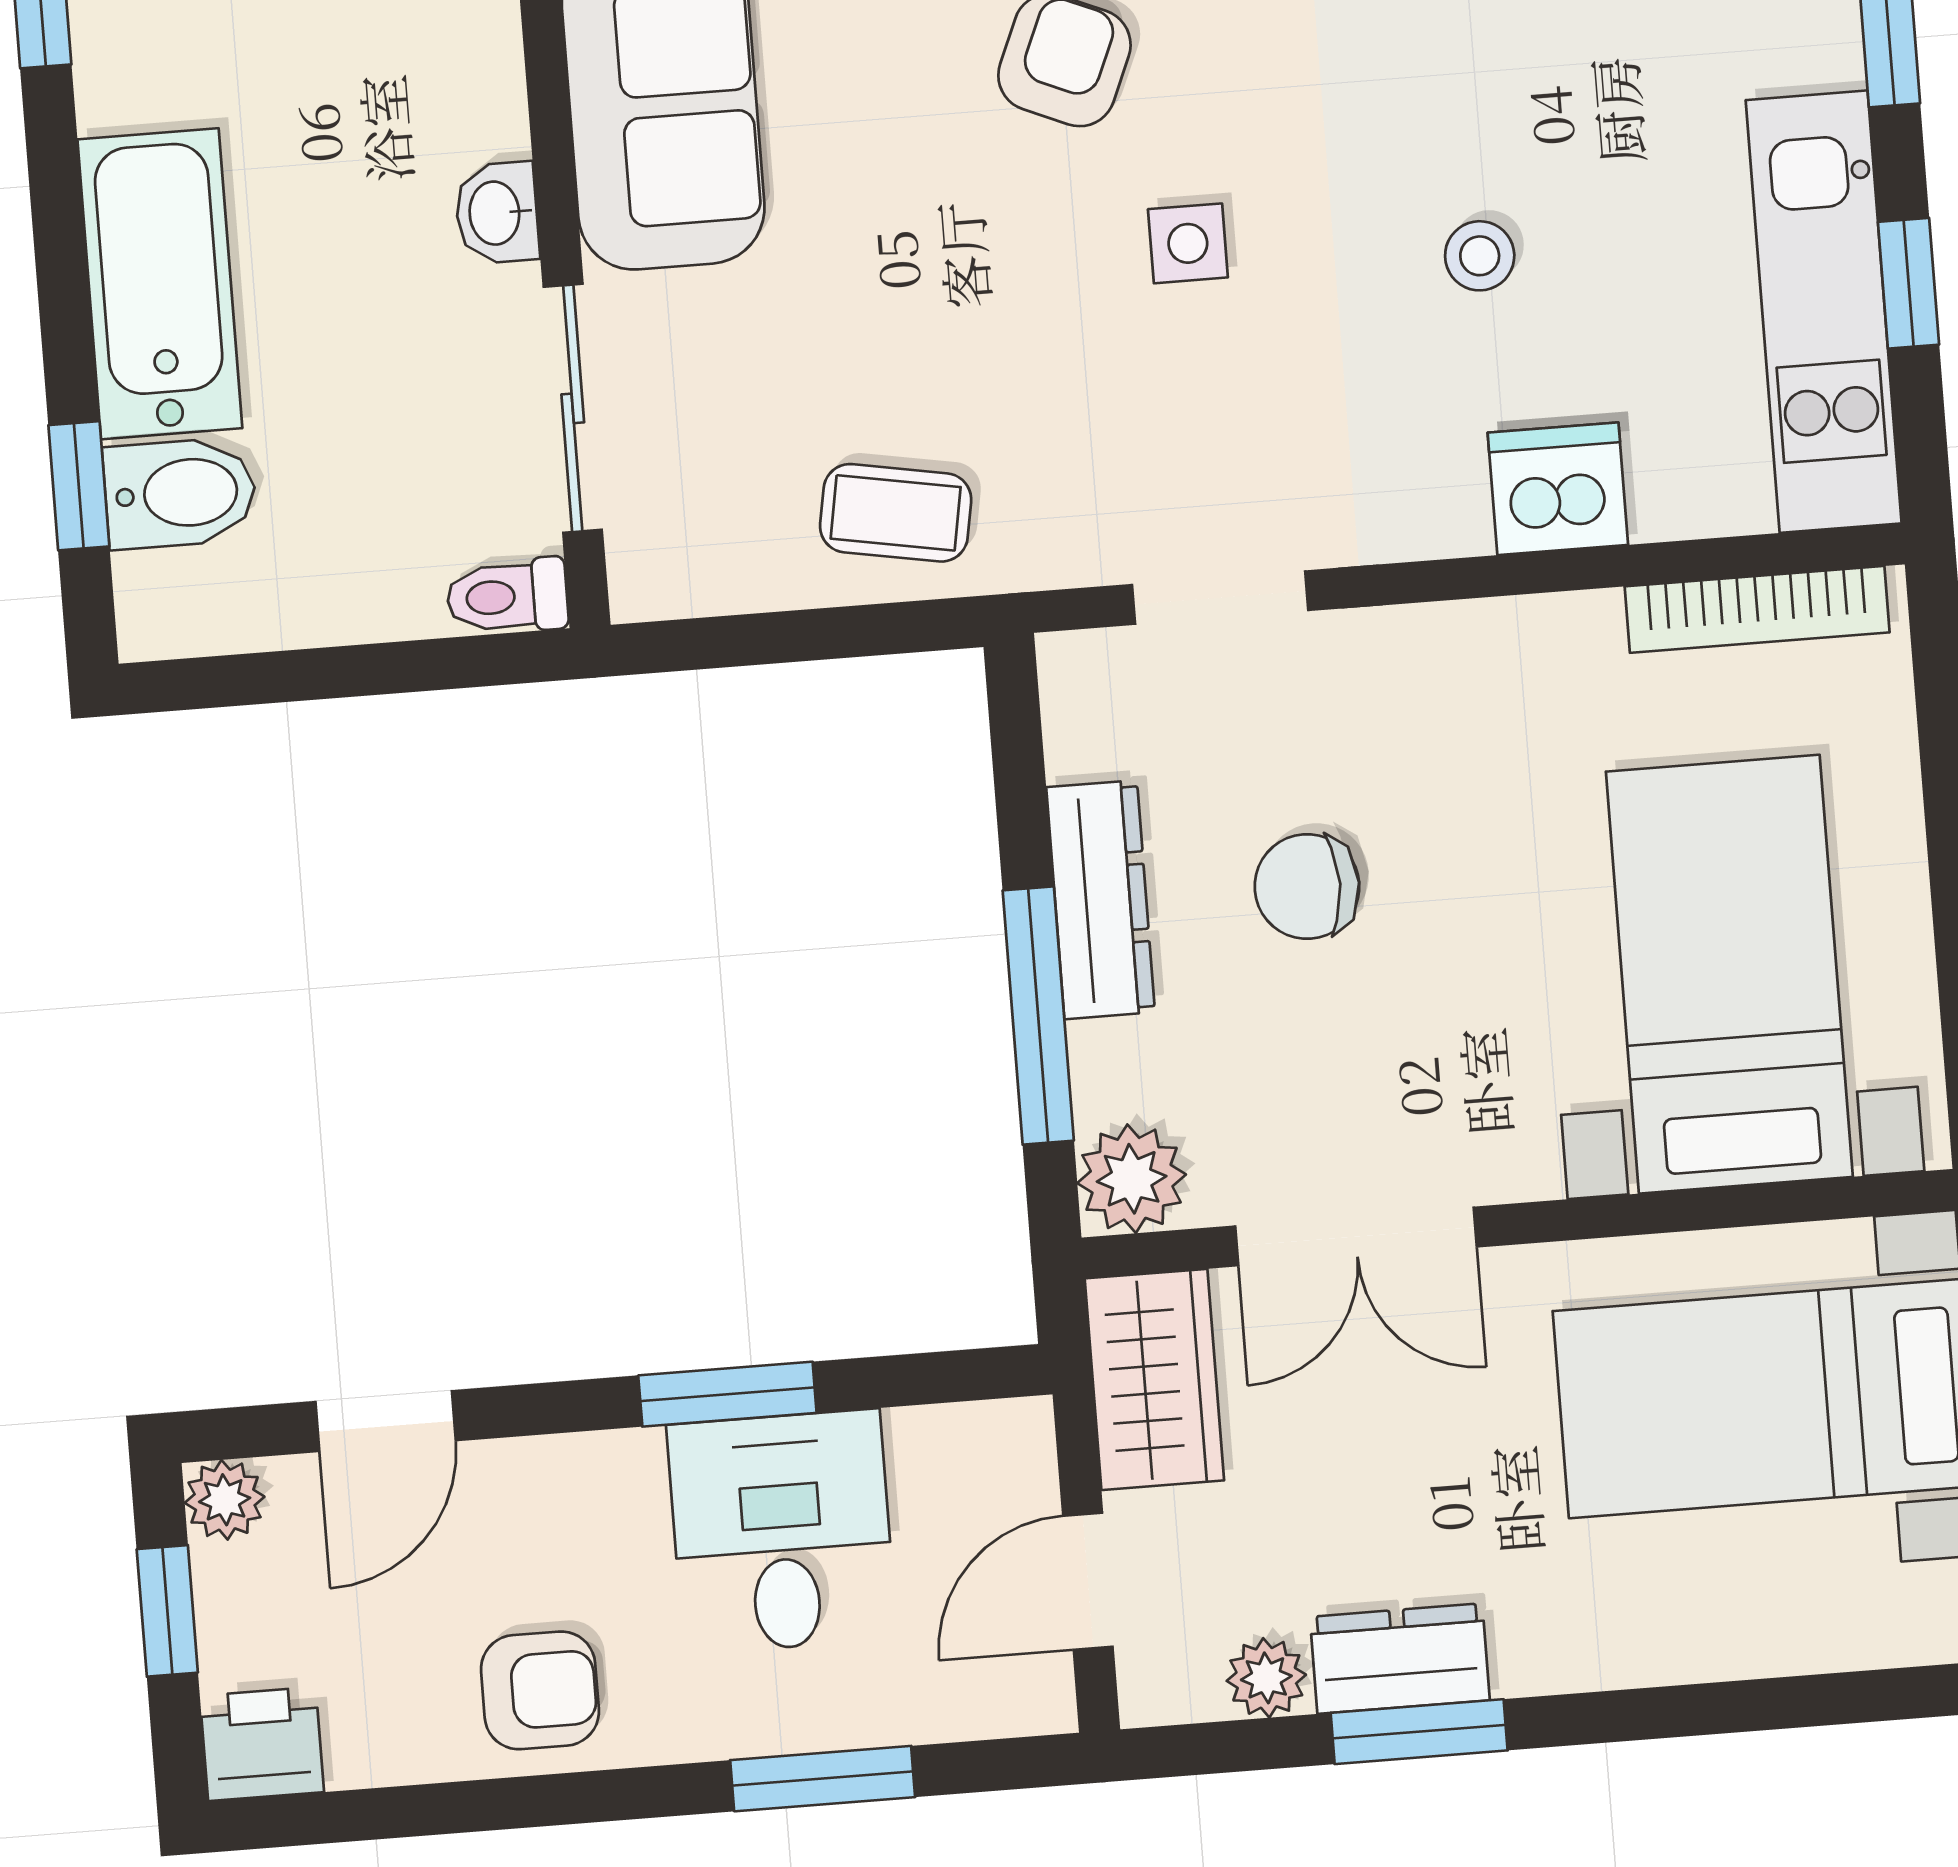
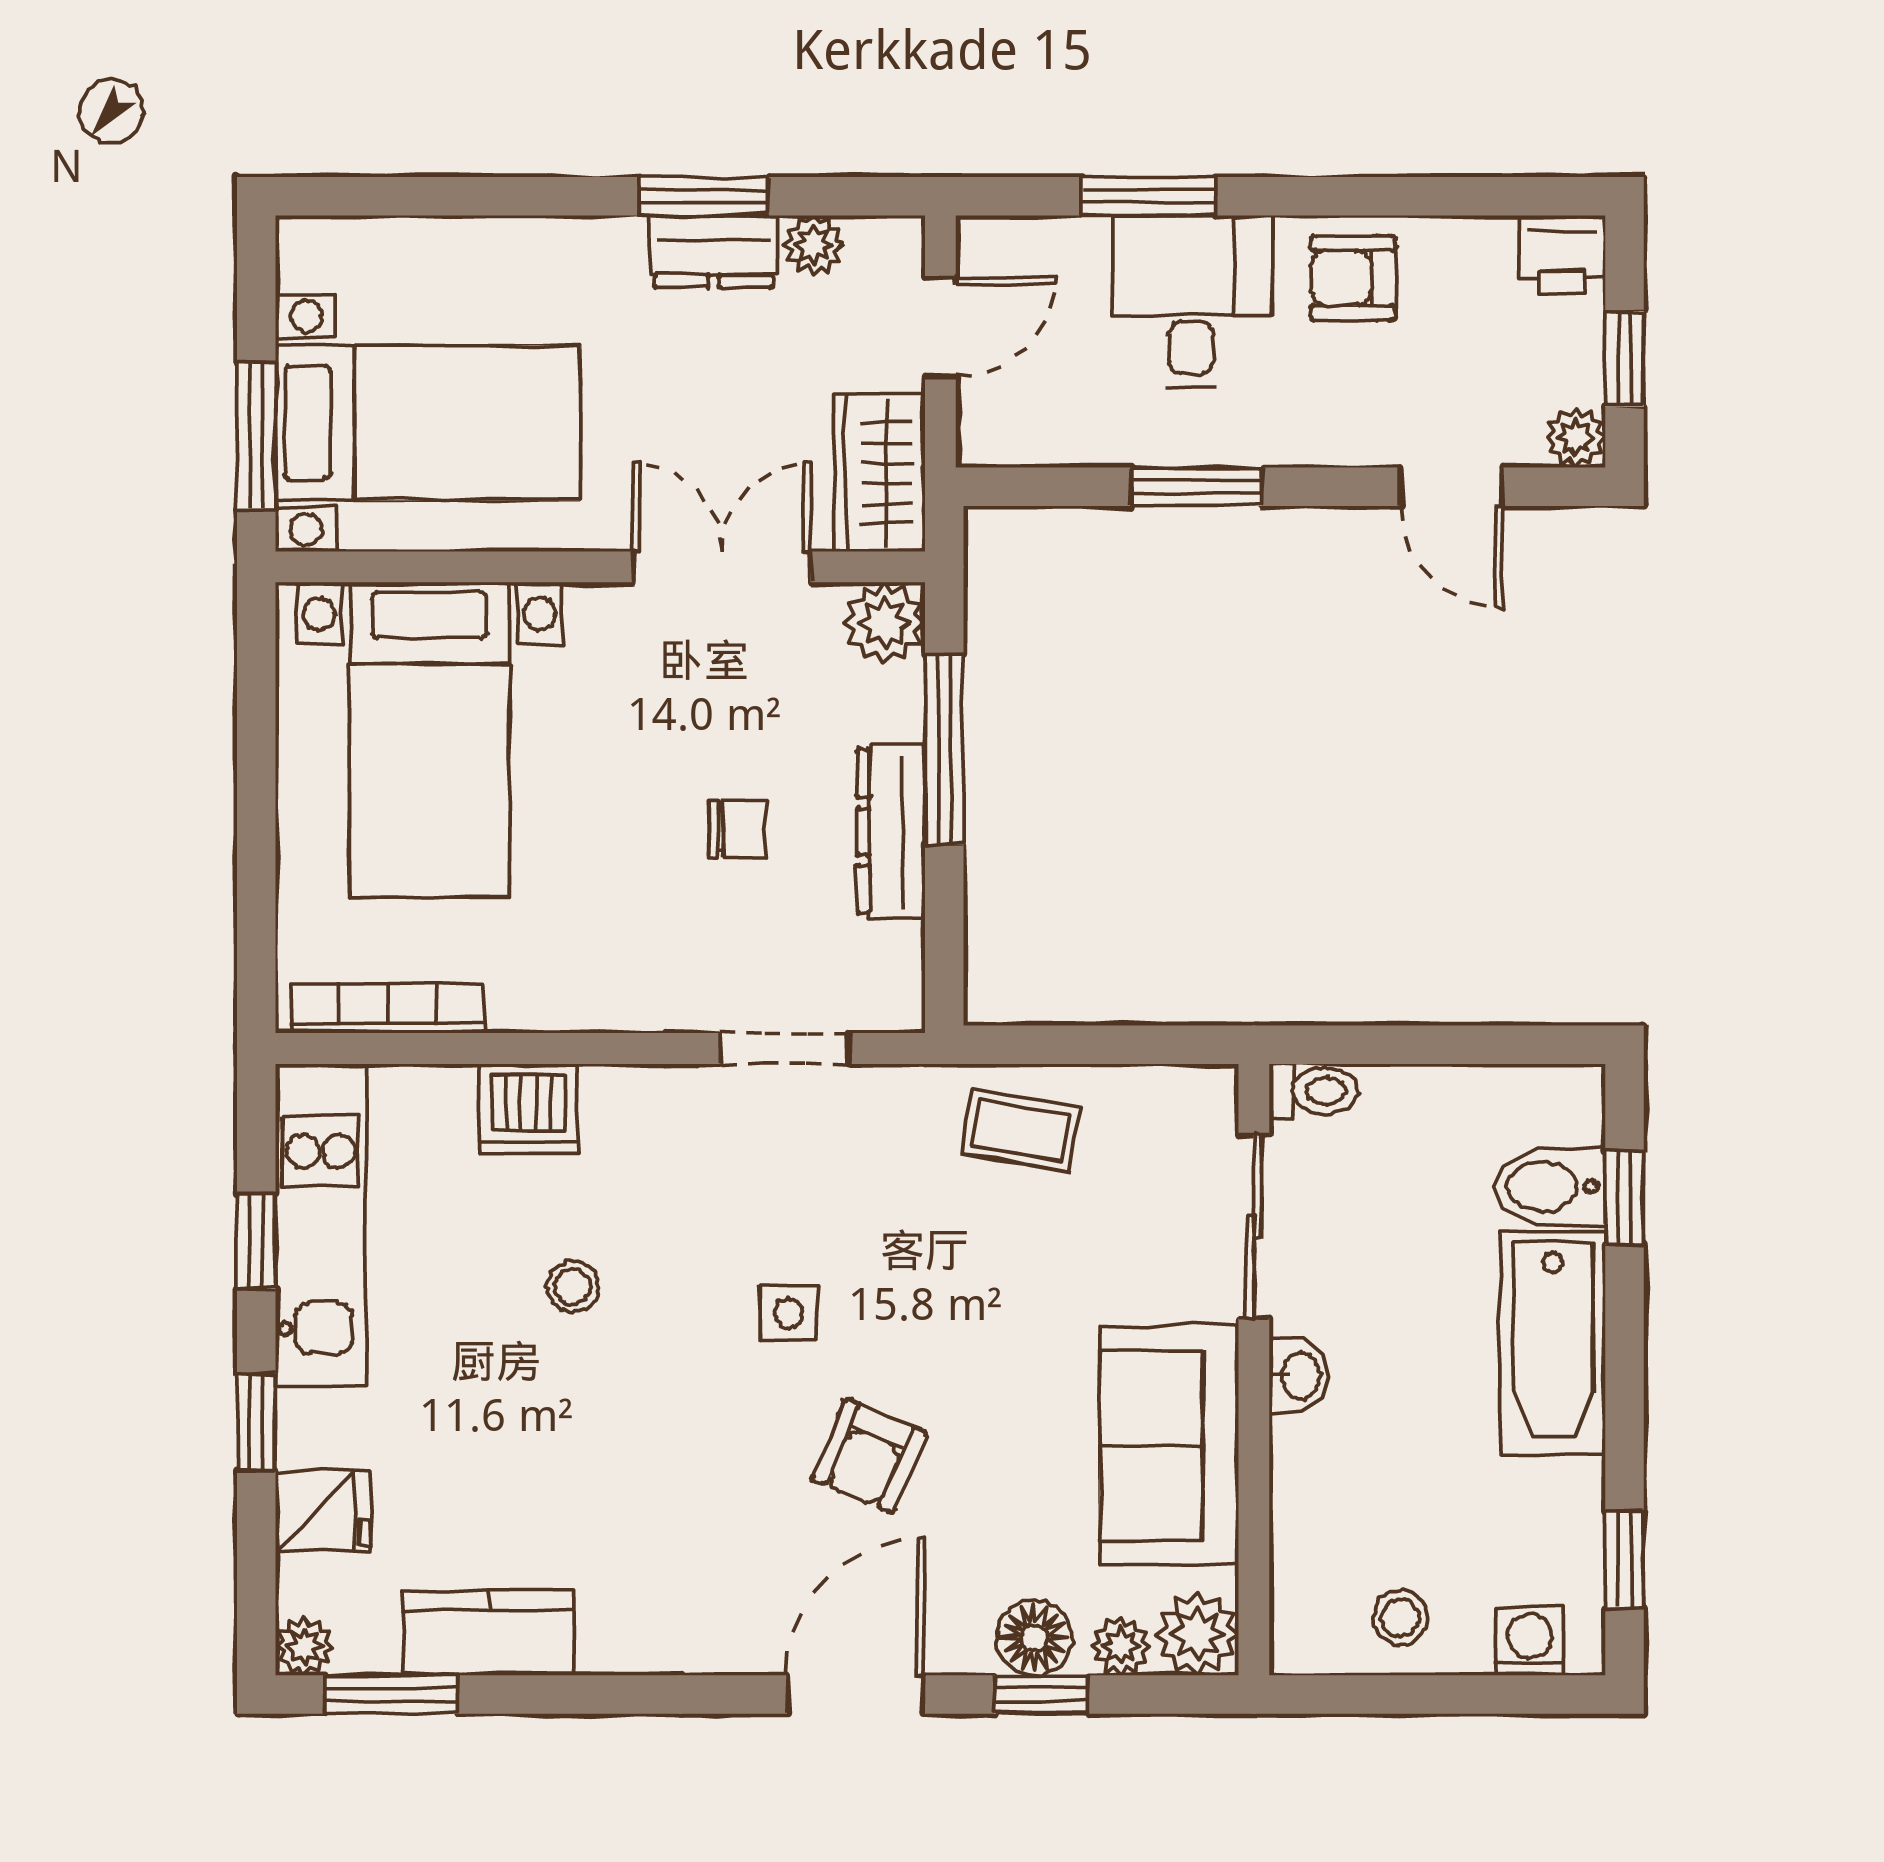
chair: (1307, 886) -> (737, 829), width x0.73, depth x0.73
door: (386, 1421) -> (1452, 487), swing flipped
desk: (782, 1532) -> (1191, 301), moved, turned 180

